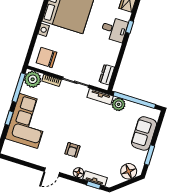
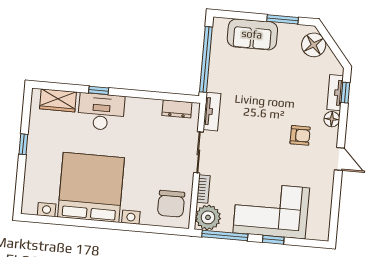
desk: (114, 29) -> (101, 112), width x1.37
plant: (119, 104) -> (217, 82), removed

